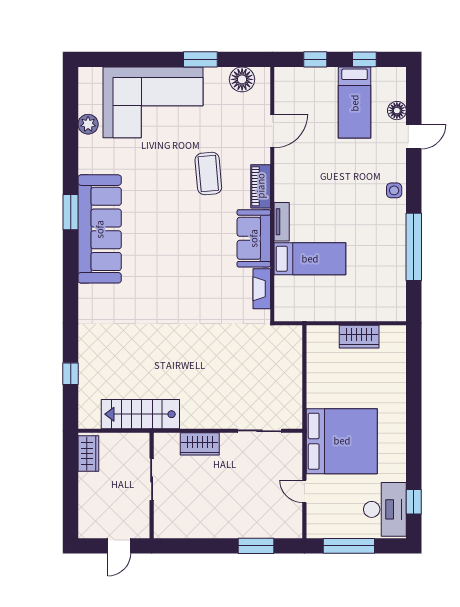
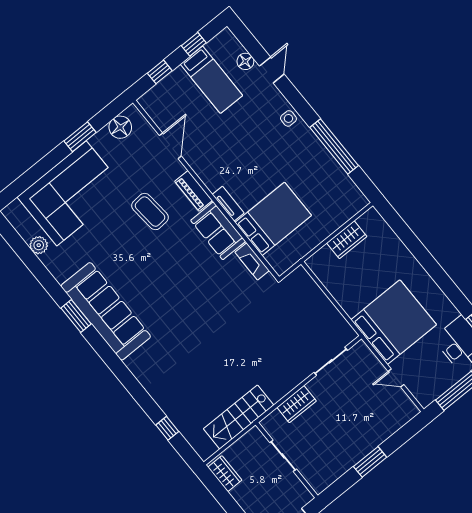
bed: (310, 259) -> (273, 219), width x1.50
window: (256, 546) -> (370, 462), moved

